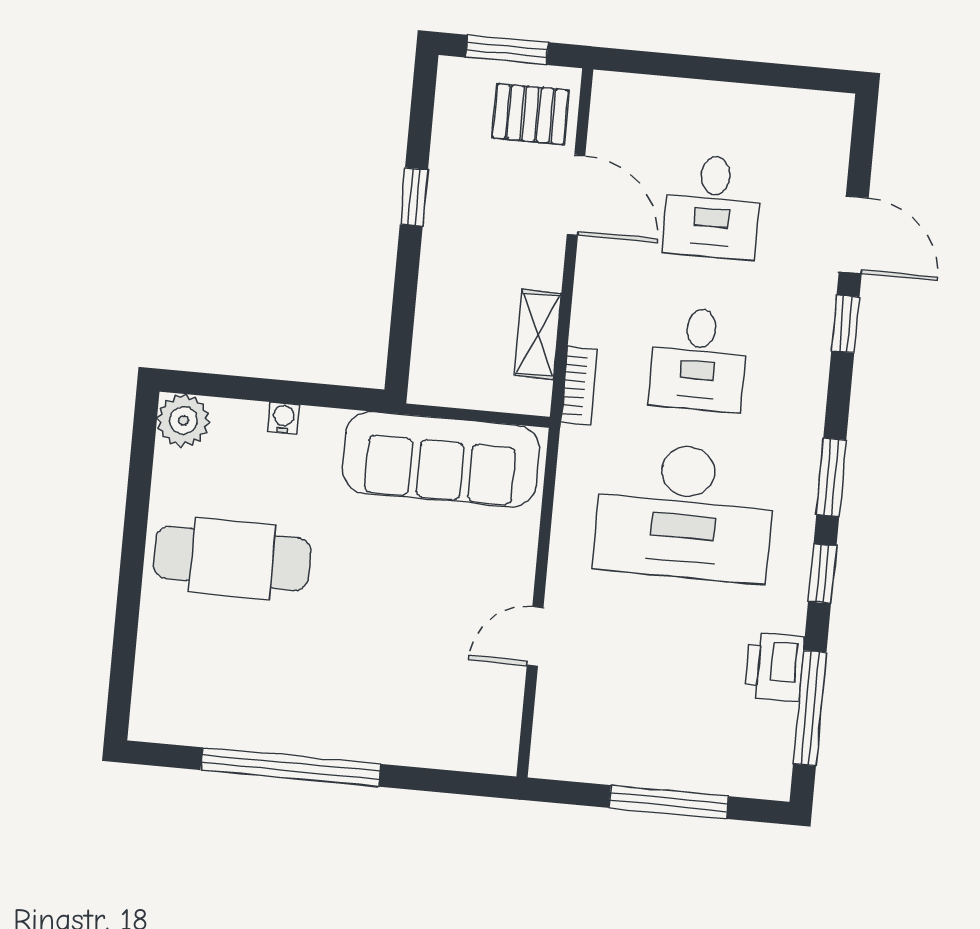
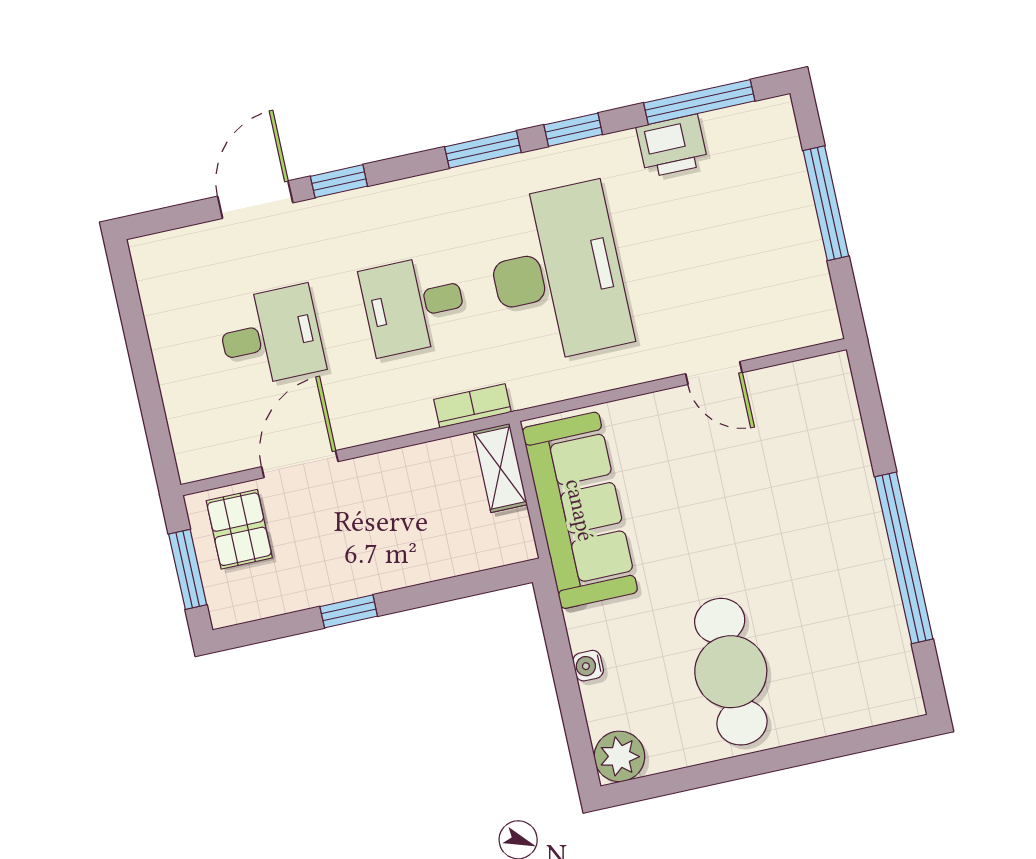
shelving: (538, 334) -> (500, 468), moved, turned 90
desk: (698, 359) -> (414, 305), turned 180

